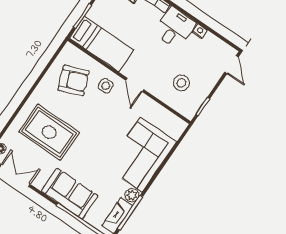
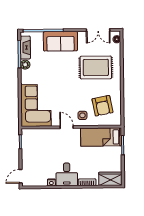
door: (232, 65) -> (21, 176), hinge flipped
armchair: (74, 81) -> (102, 106), turned -80
stool: (181, 83) -> (41, 146), removed
corner sofa: (141, 155) -> (36, 105), moved

